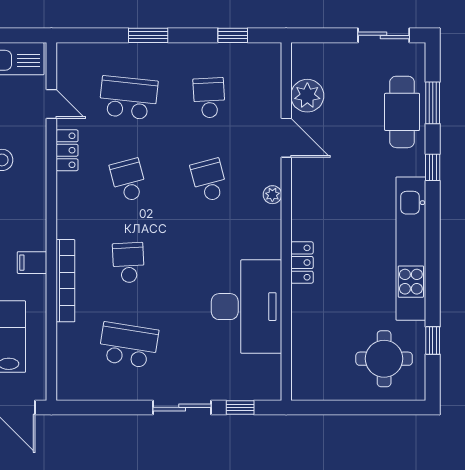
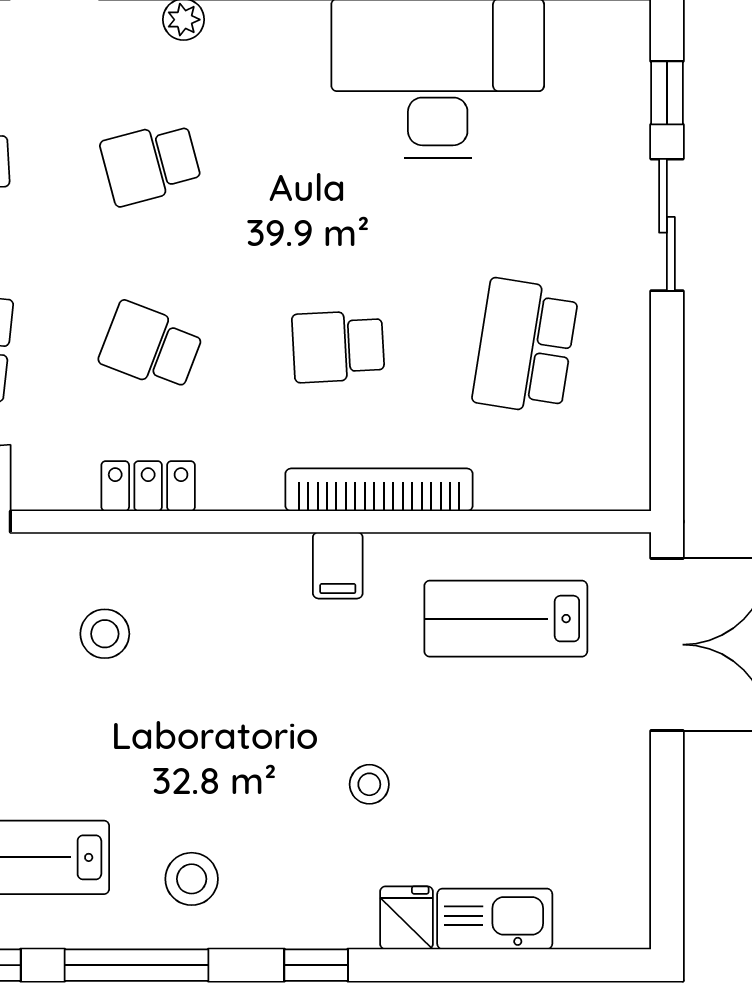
locker: (67, 150) -> (148, 486), moved
school desk: (128, 180) -> (151, 346), turned 36

